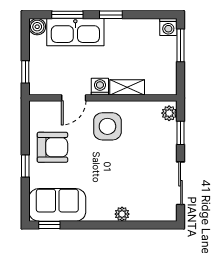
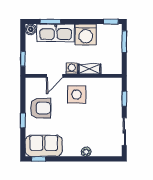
window: (111, 15) -> (111, 22), moved
washing machine: (168, 27) -> (86, 34), moved, width x1.89, depth x1.89
plant: (169, 113) -> (117, 86), removed

